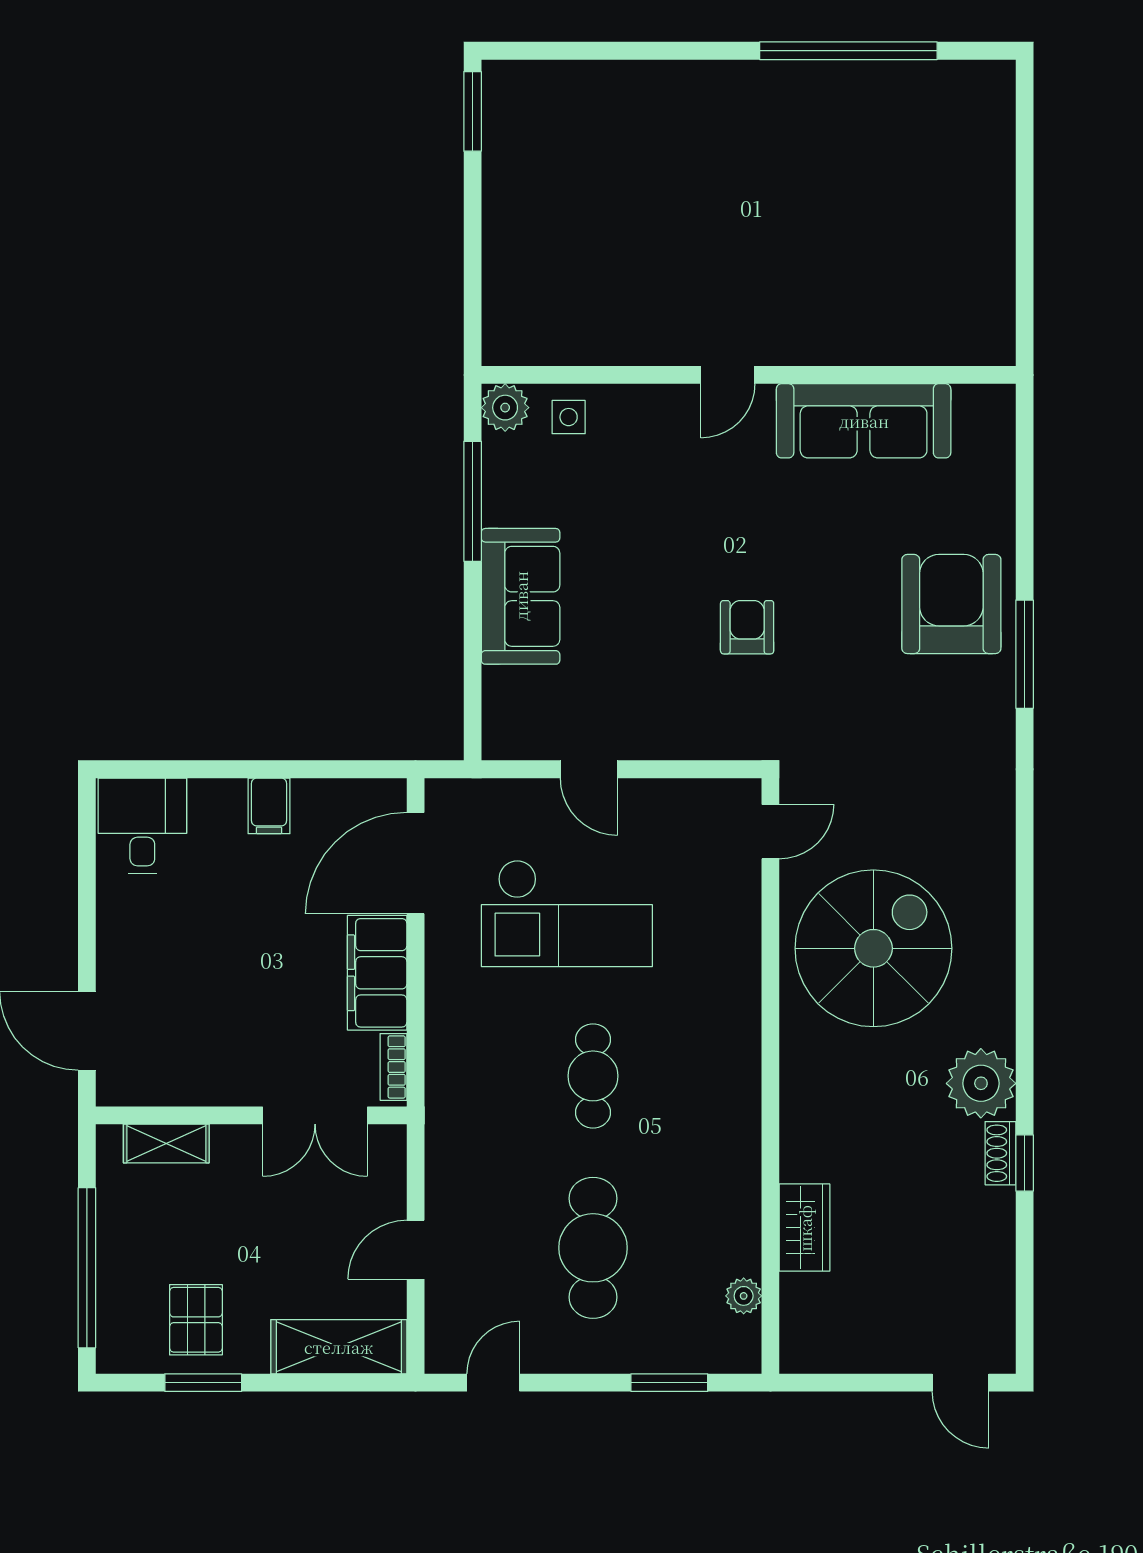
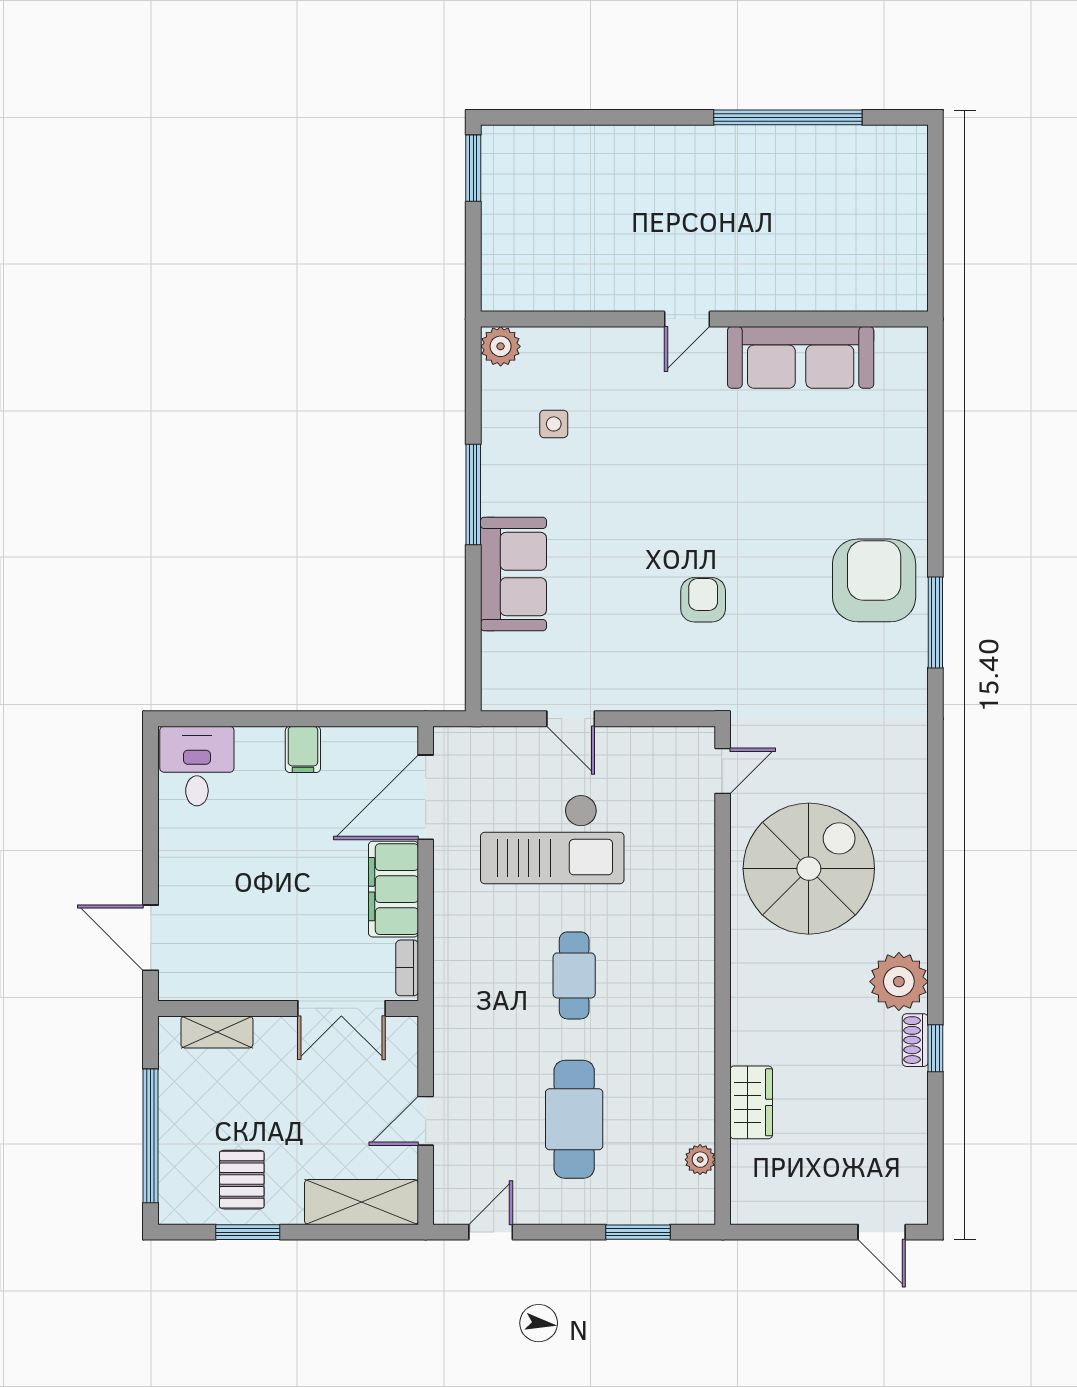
door: (728, 375) -> (687, 319), moved
wall: (749, 375) -> (704, 319), moved
plant: (505, 408) -> (501, 346), moved
sofa: (864, 421) -> (801, 357), moved

